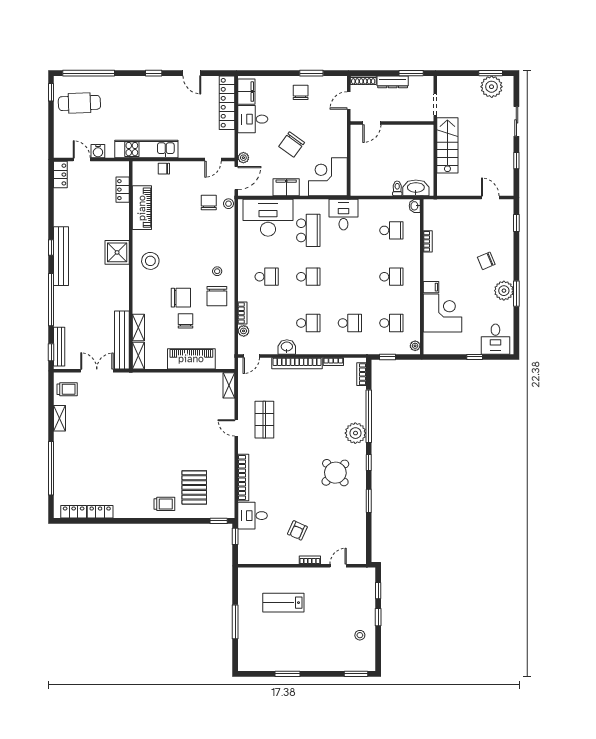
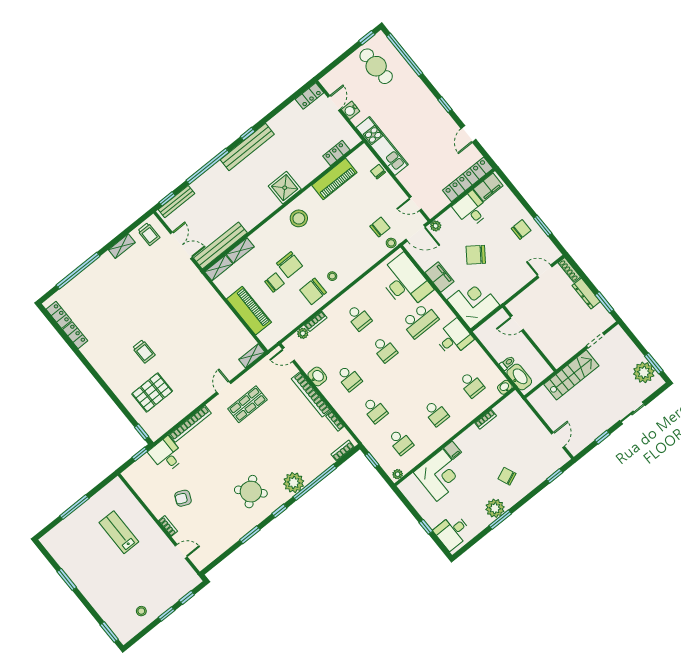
door: (372, 123) -> (517, 323), moved
wall: (392, 123) -> (529, 339), moved
trolley: (164, 504) -> (144, 351), moved

